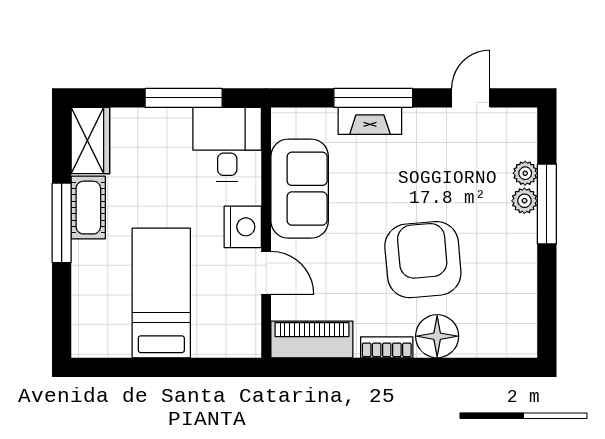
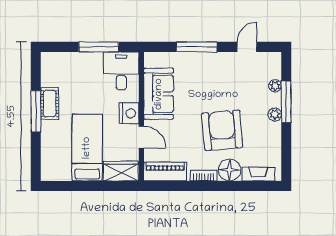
fireplace: (370, 121) -> (258, 174), moved, turned 180
wardrobe: (90, 140) -> (121, 171), moved, turned -90
plant: (524, 201) -> (275, 114), moved

